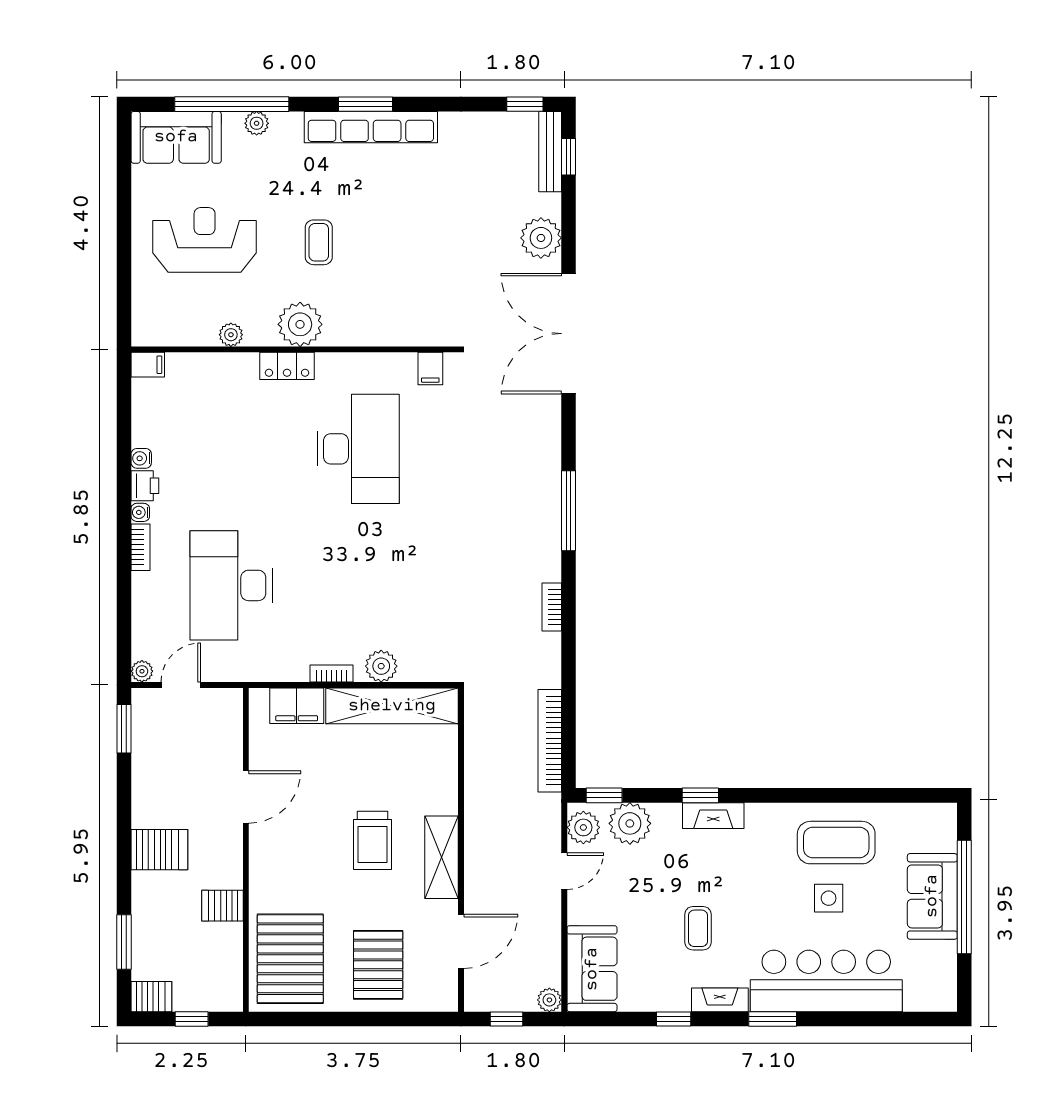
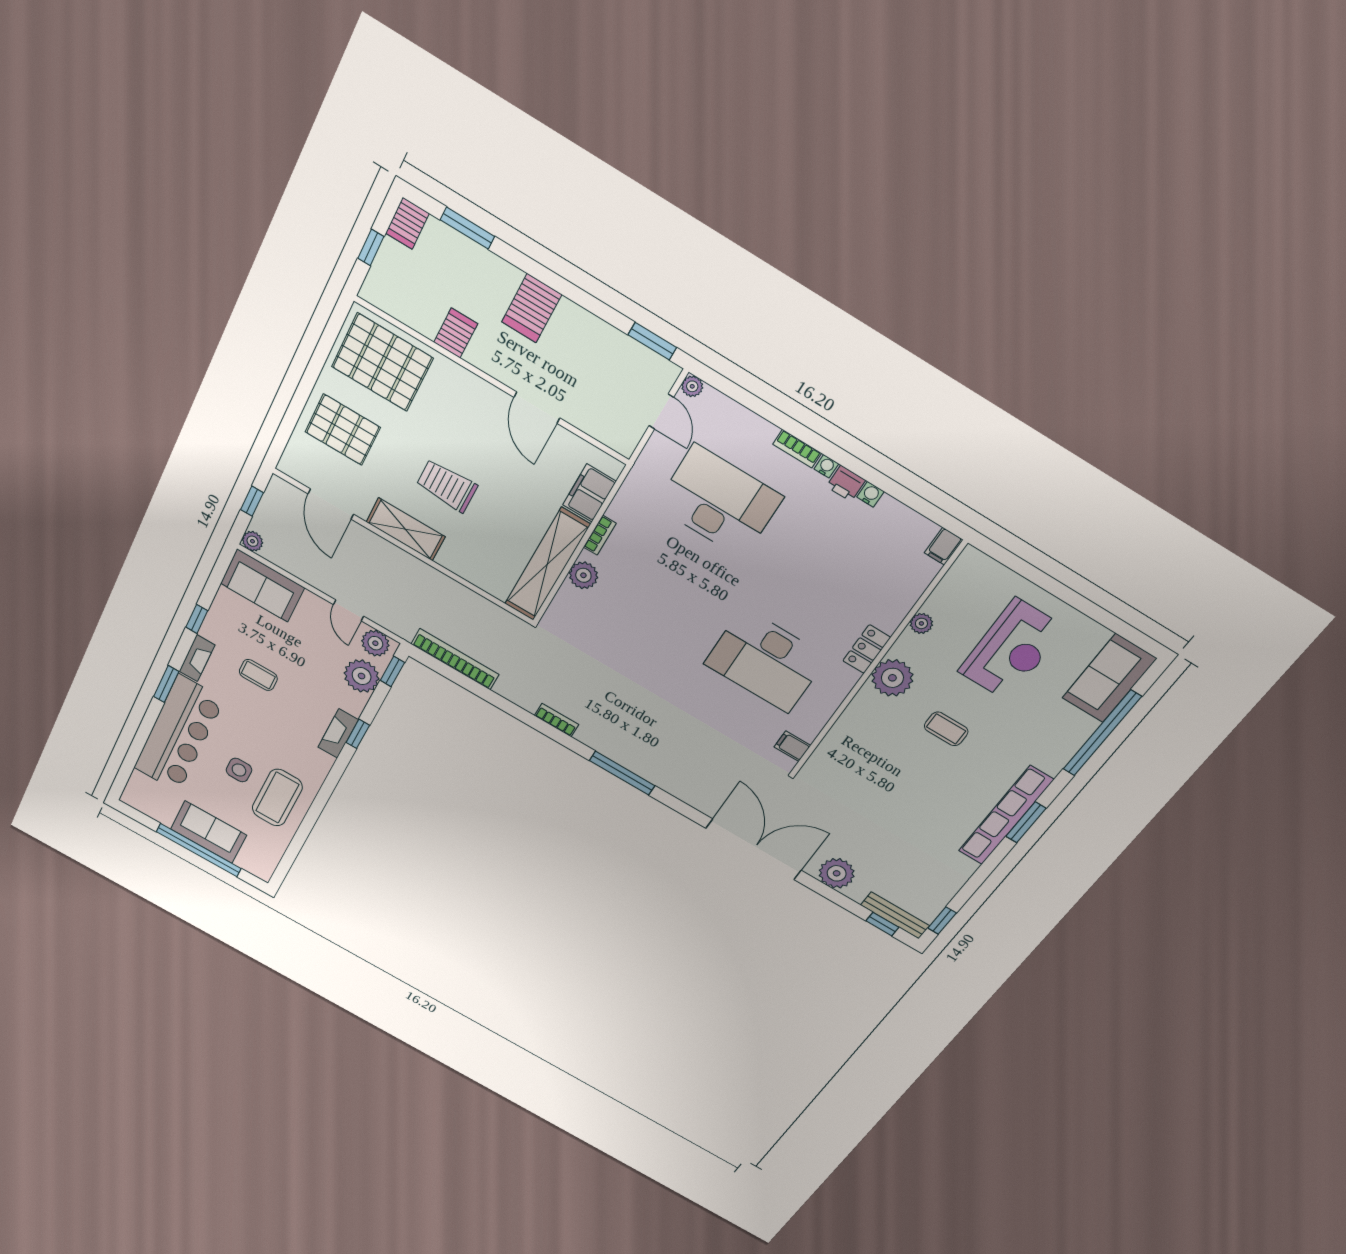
plant: (257, 123) -> (1073, 741), removed

